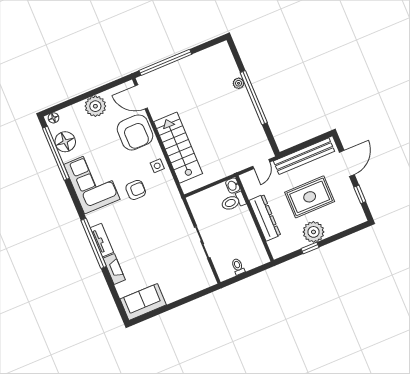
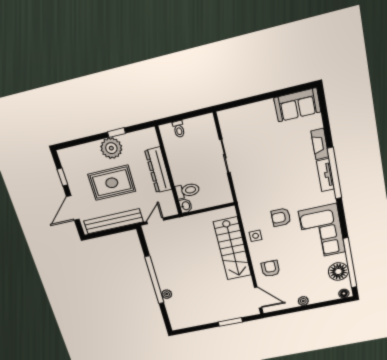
window: (165, 62) -> (230, 322), width x0.47
plant: (95, 106) -> (303, 301), width x0.53, depth x0.53
armchair: (135, 132) -> (270, 269), width x0.53, depth x0.53
toilet: (238, 267) -> (179, 129), moved

